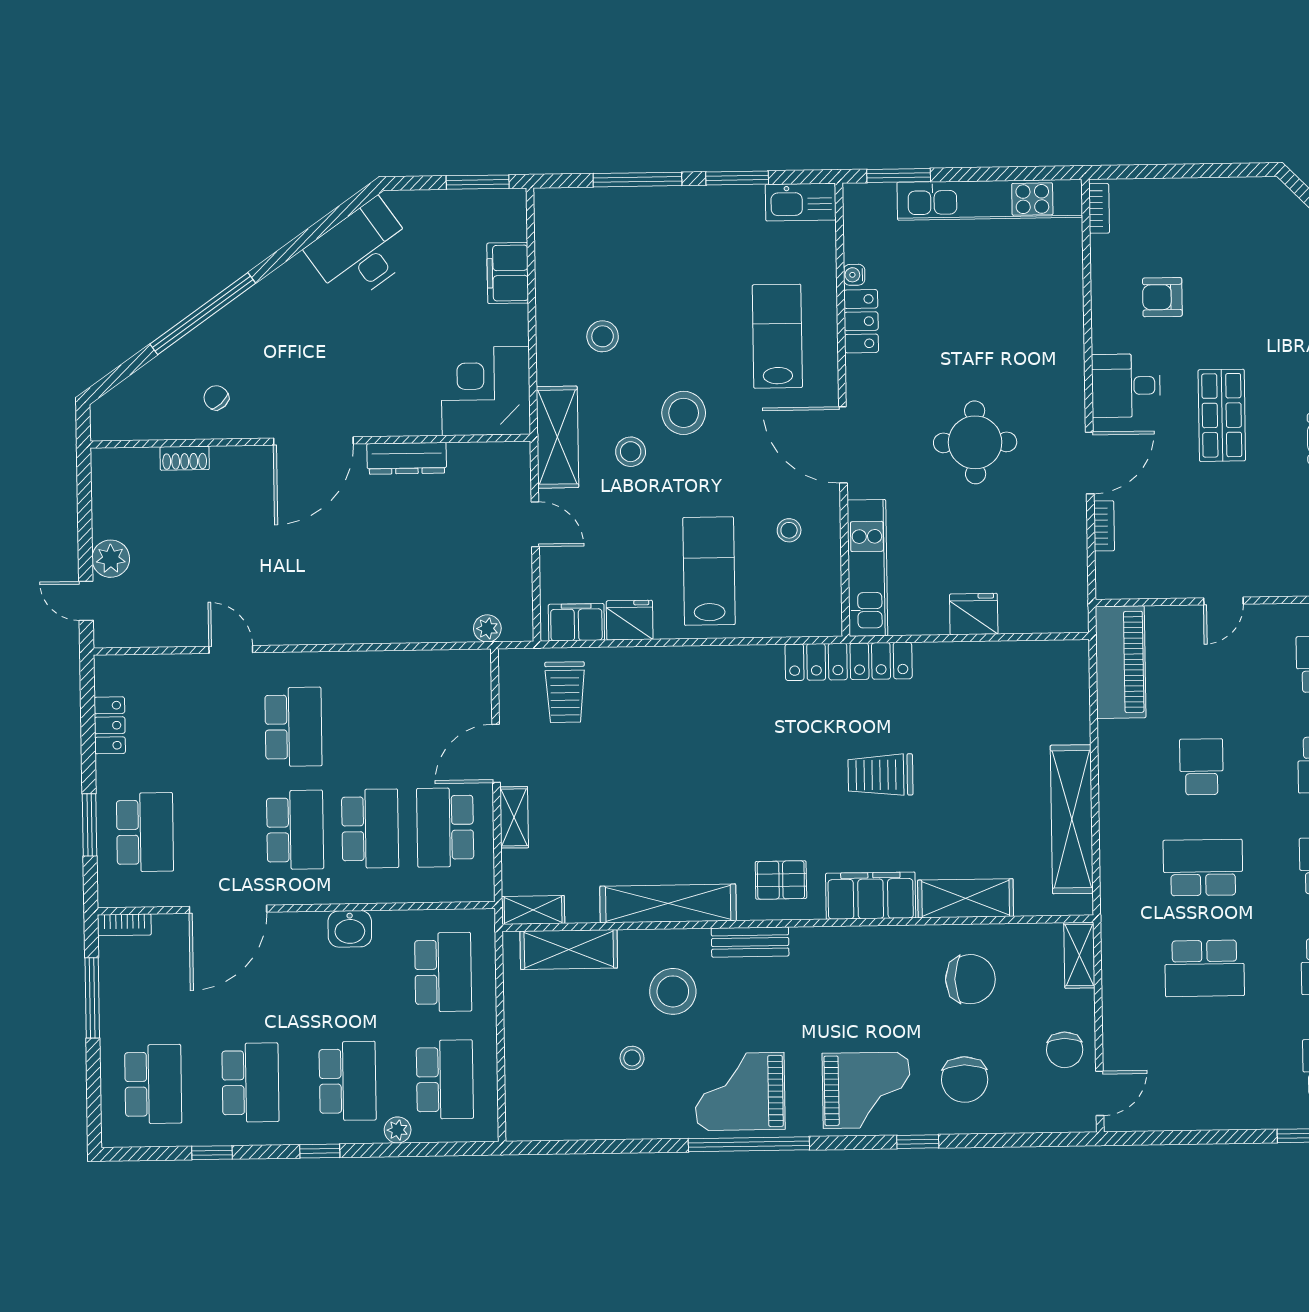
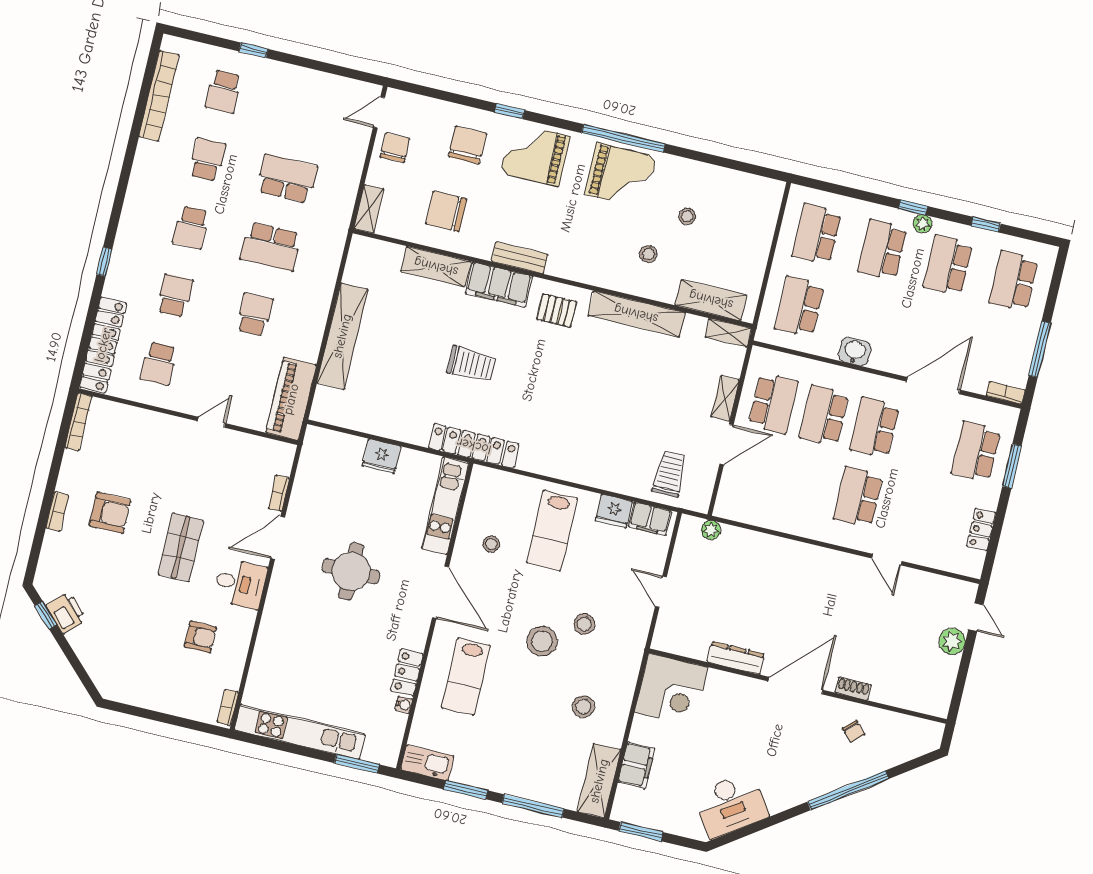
shelving: (557, 437) -> (599, 781), moved
shoe rack: (185, 458) -> (853, 688), moved
school desk: (1201, 767) -> (255, 315), turned 180
shelving: (1072, 819) -> (342, 336), moved
bench: (750, 942) -> (520, 258), moved
stool: (673, 991) -> (648, 254), width x0.53, depth x0.53
plant: (398, 1130) -> (923, 224), moved

